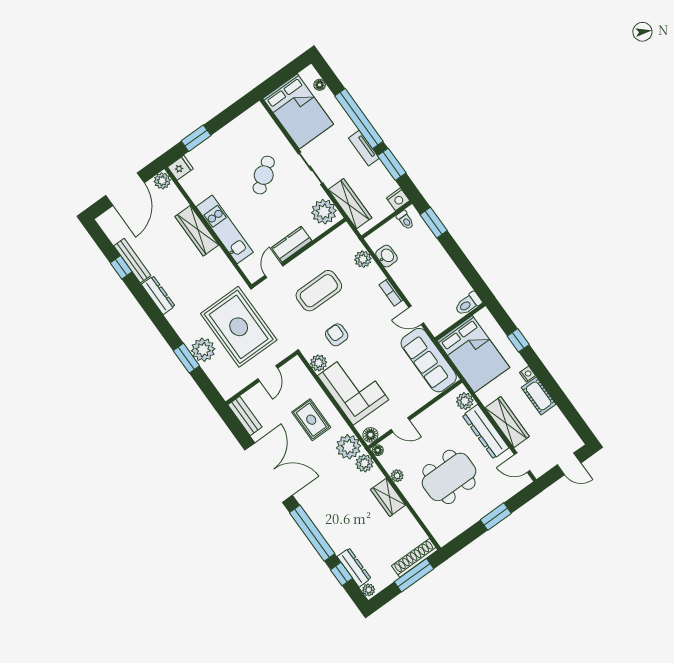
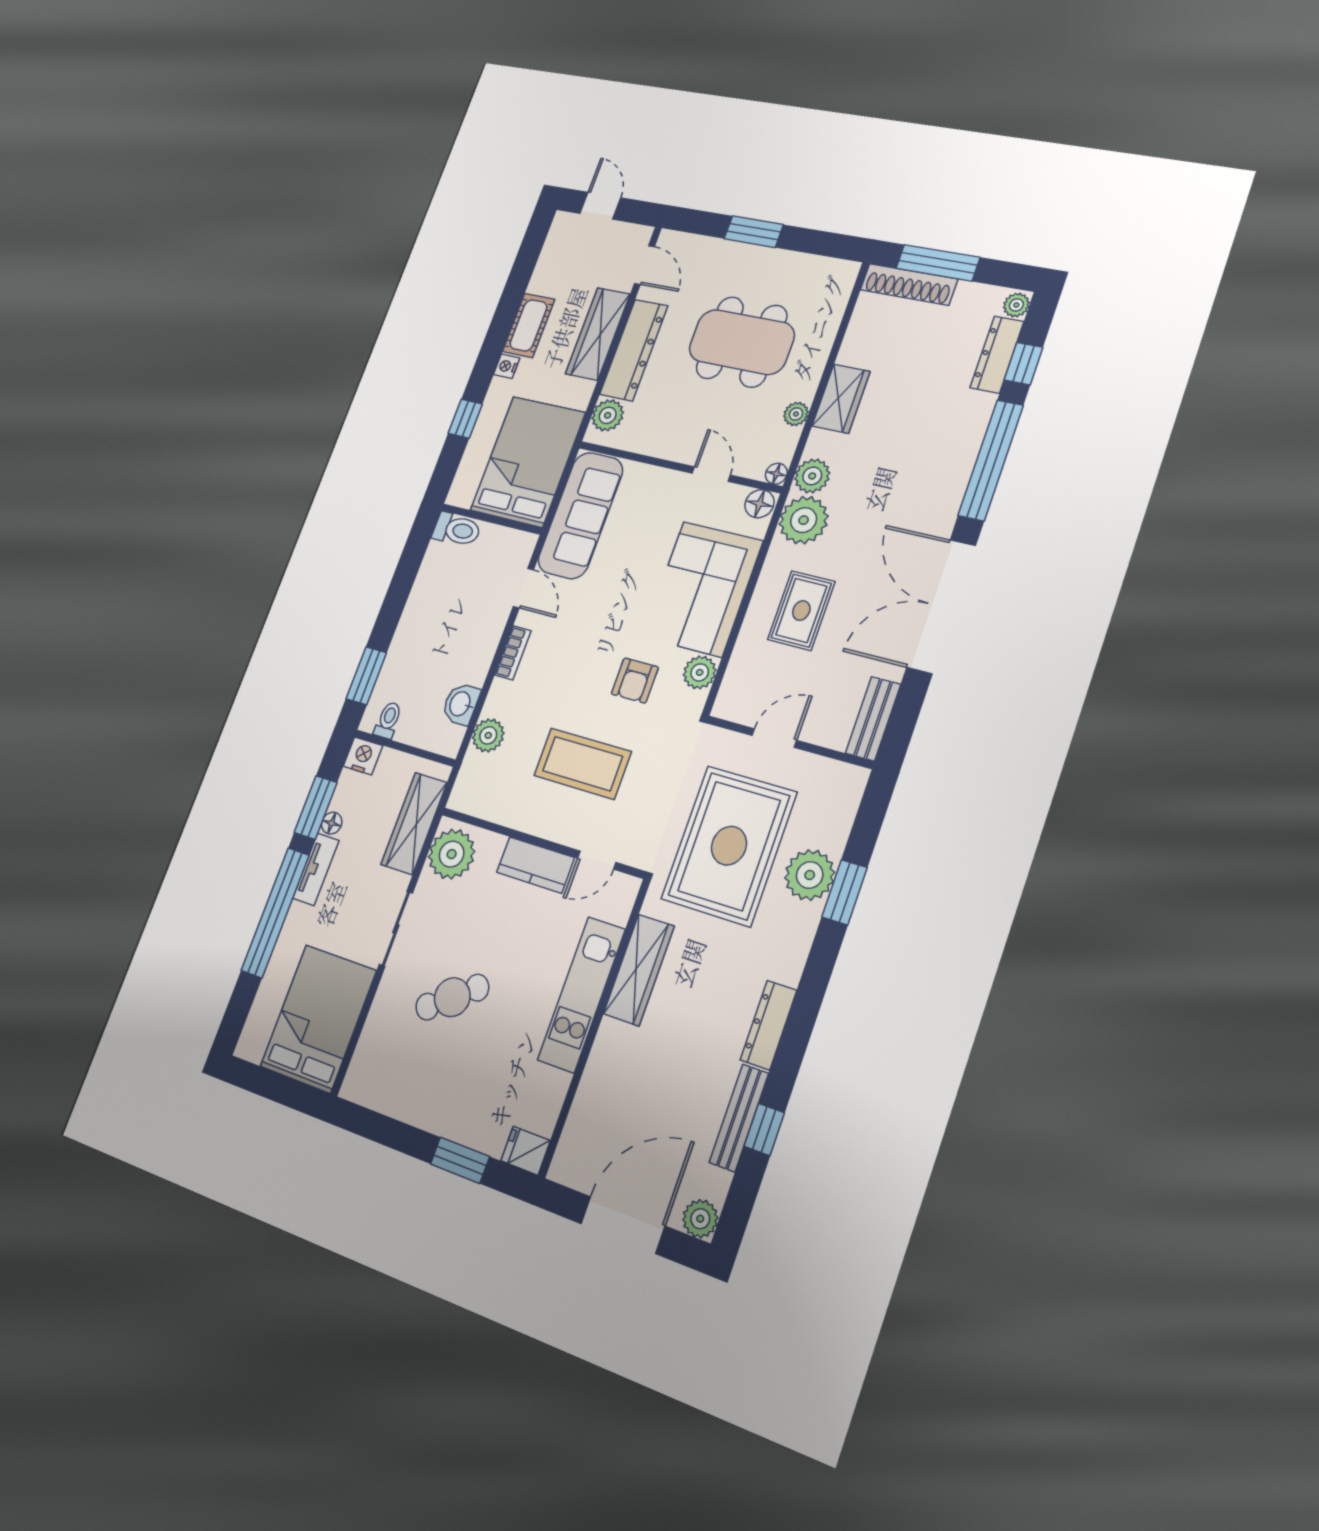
floor lamp: (320, 85) -> (332, 823), moved
plant: (162, 181) -> (700, 1219), moved
wardrobe: (197, 231) -> (639, 970), moved

